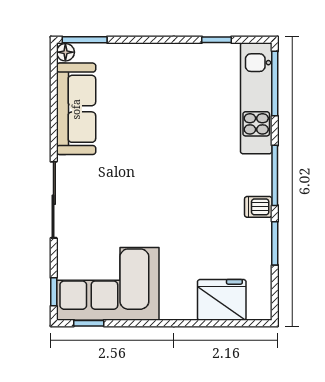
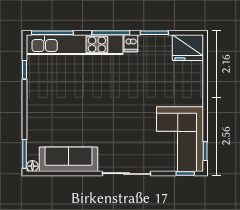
kitchen unit: (256, 98) -> (75, 45), width x1.36
fridge: (222, 300) -> (188, 48), moved, turned -90

